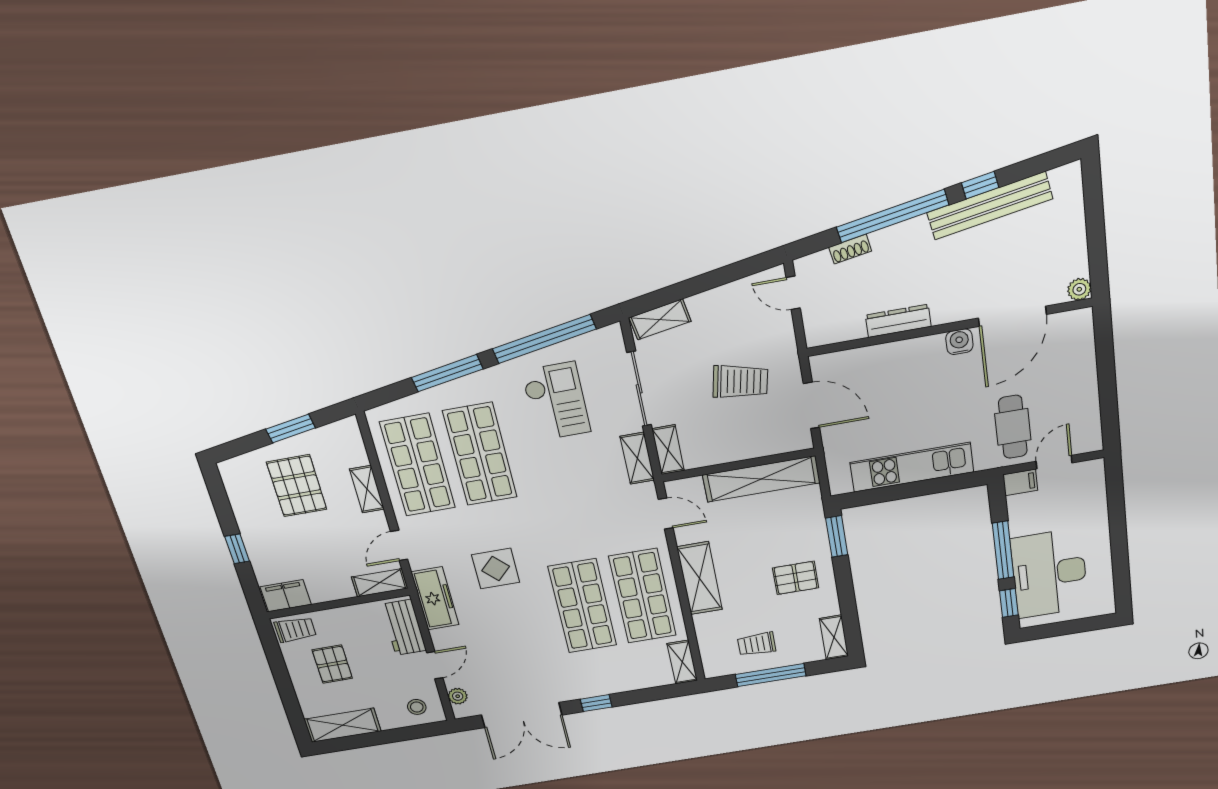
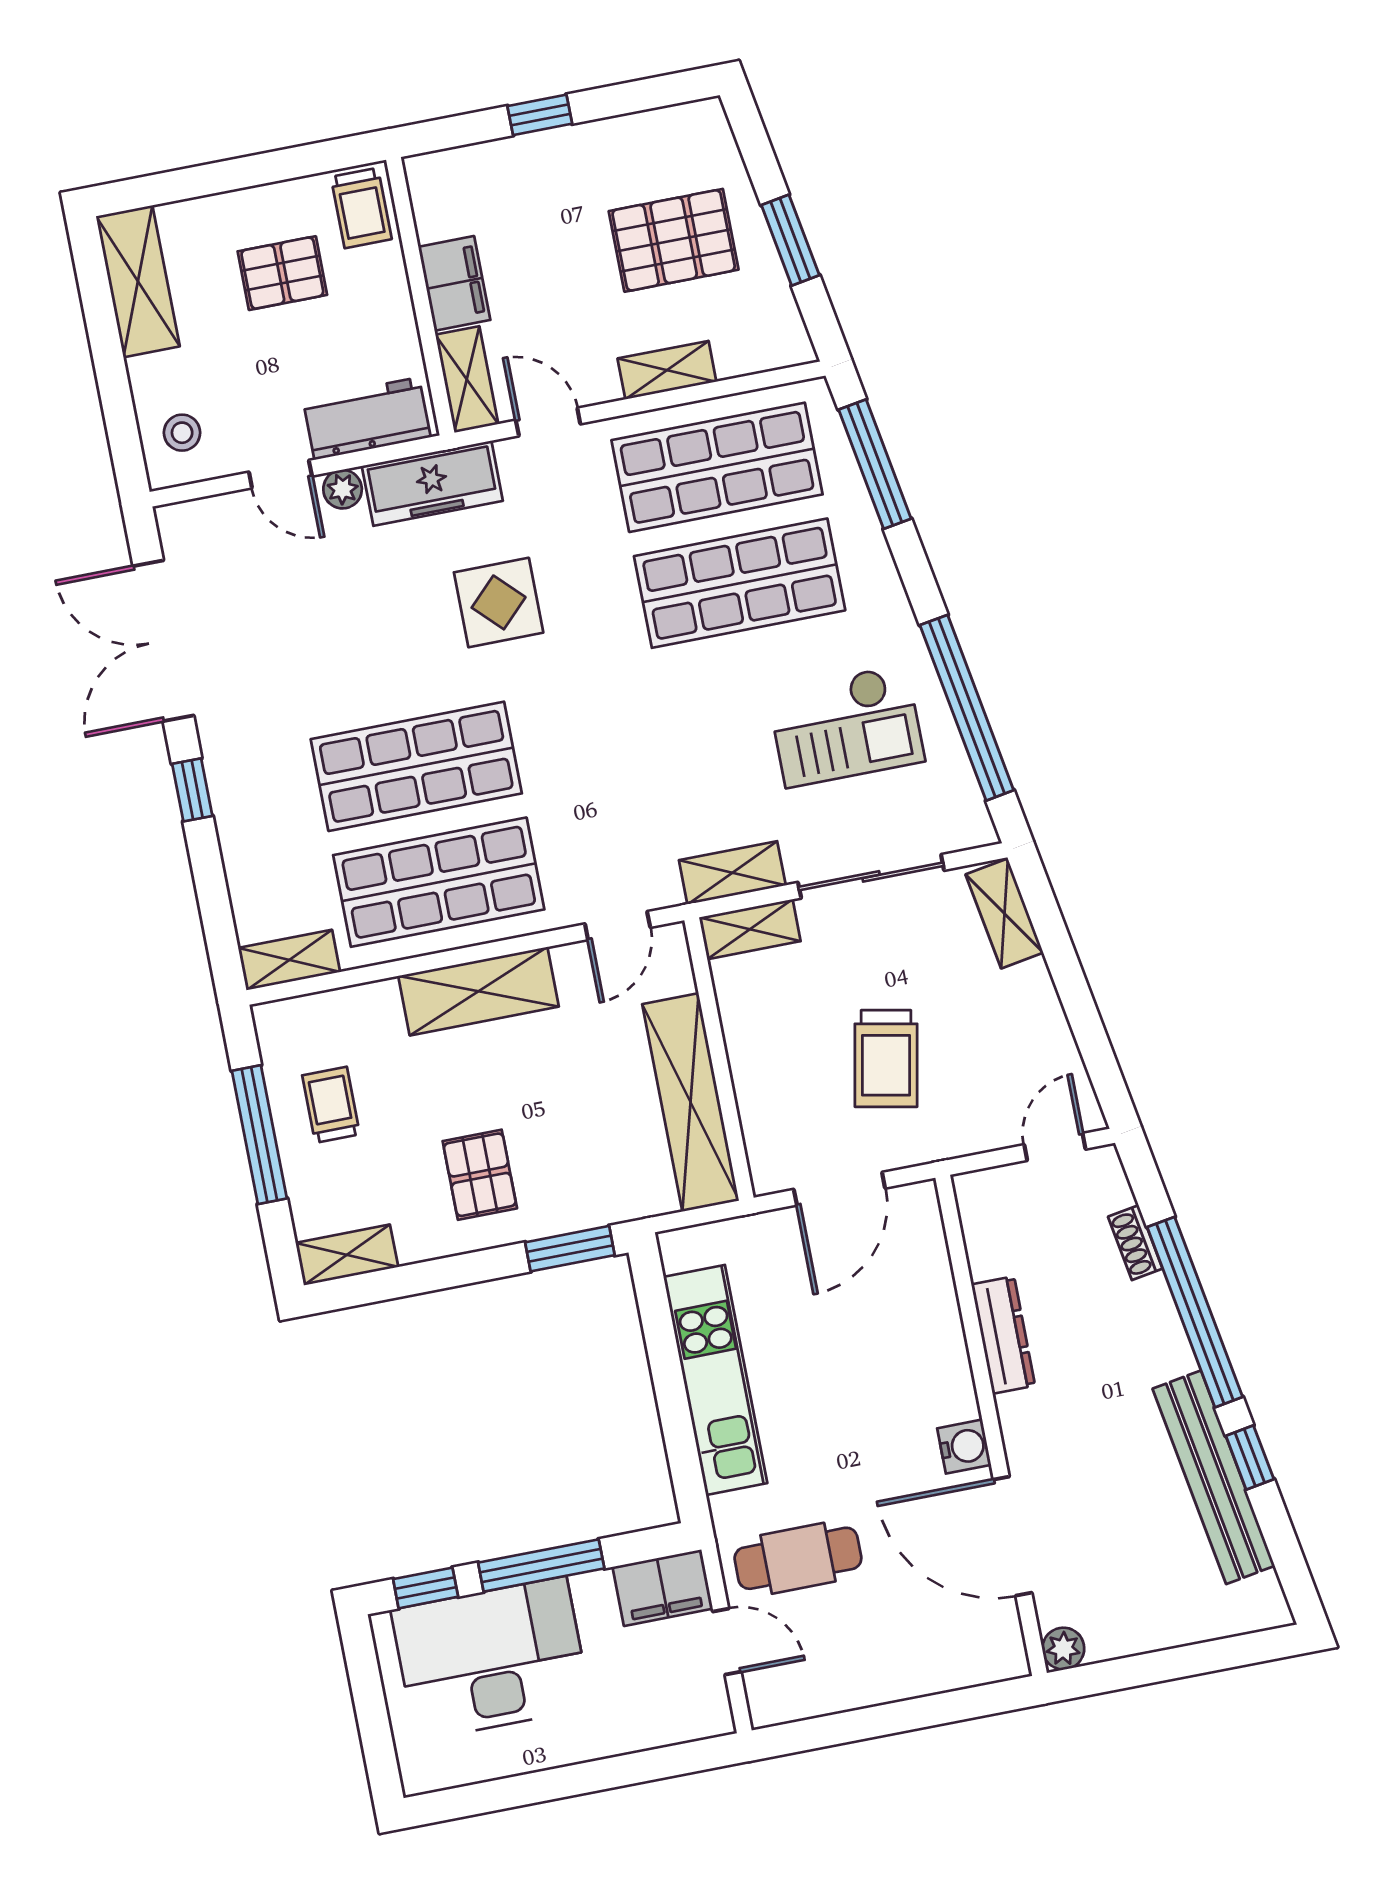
window: (447, 373) -> (875, 464), moved
filing cabinet: (1020, 482) -> (663, 1588), width x2.00
filing cabinet: (286, 596) -> (454, 283), moved
plant: (458, 696) -> (343, 489), moved

